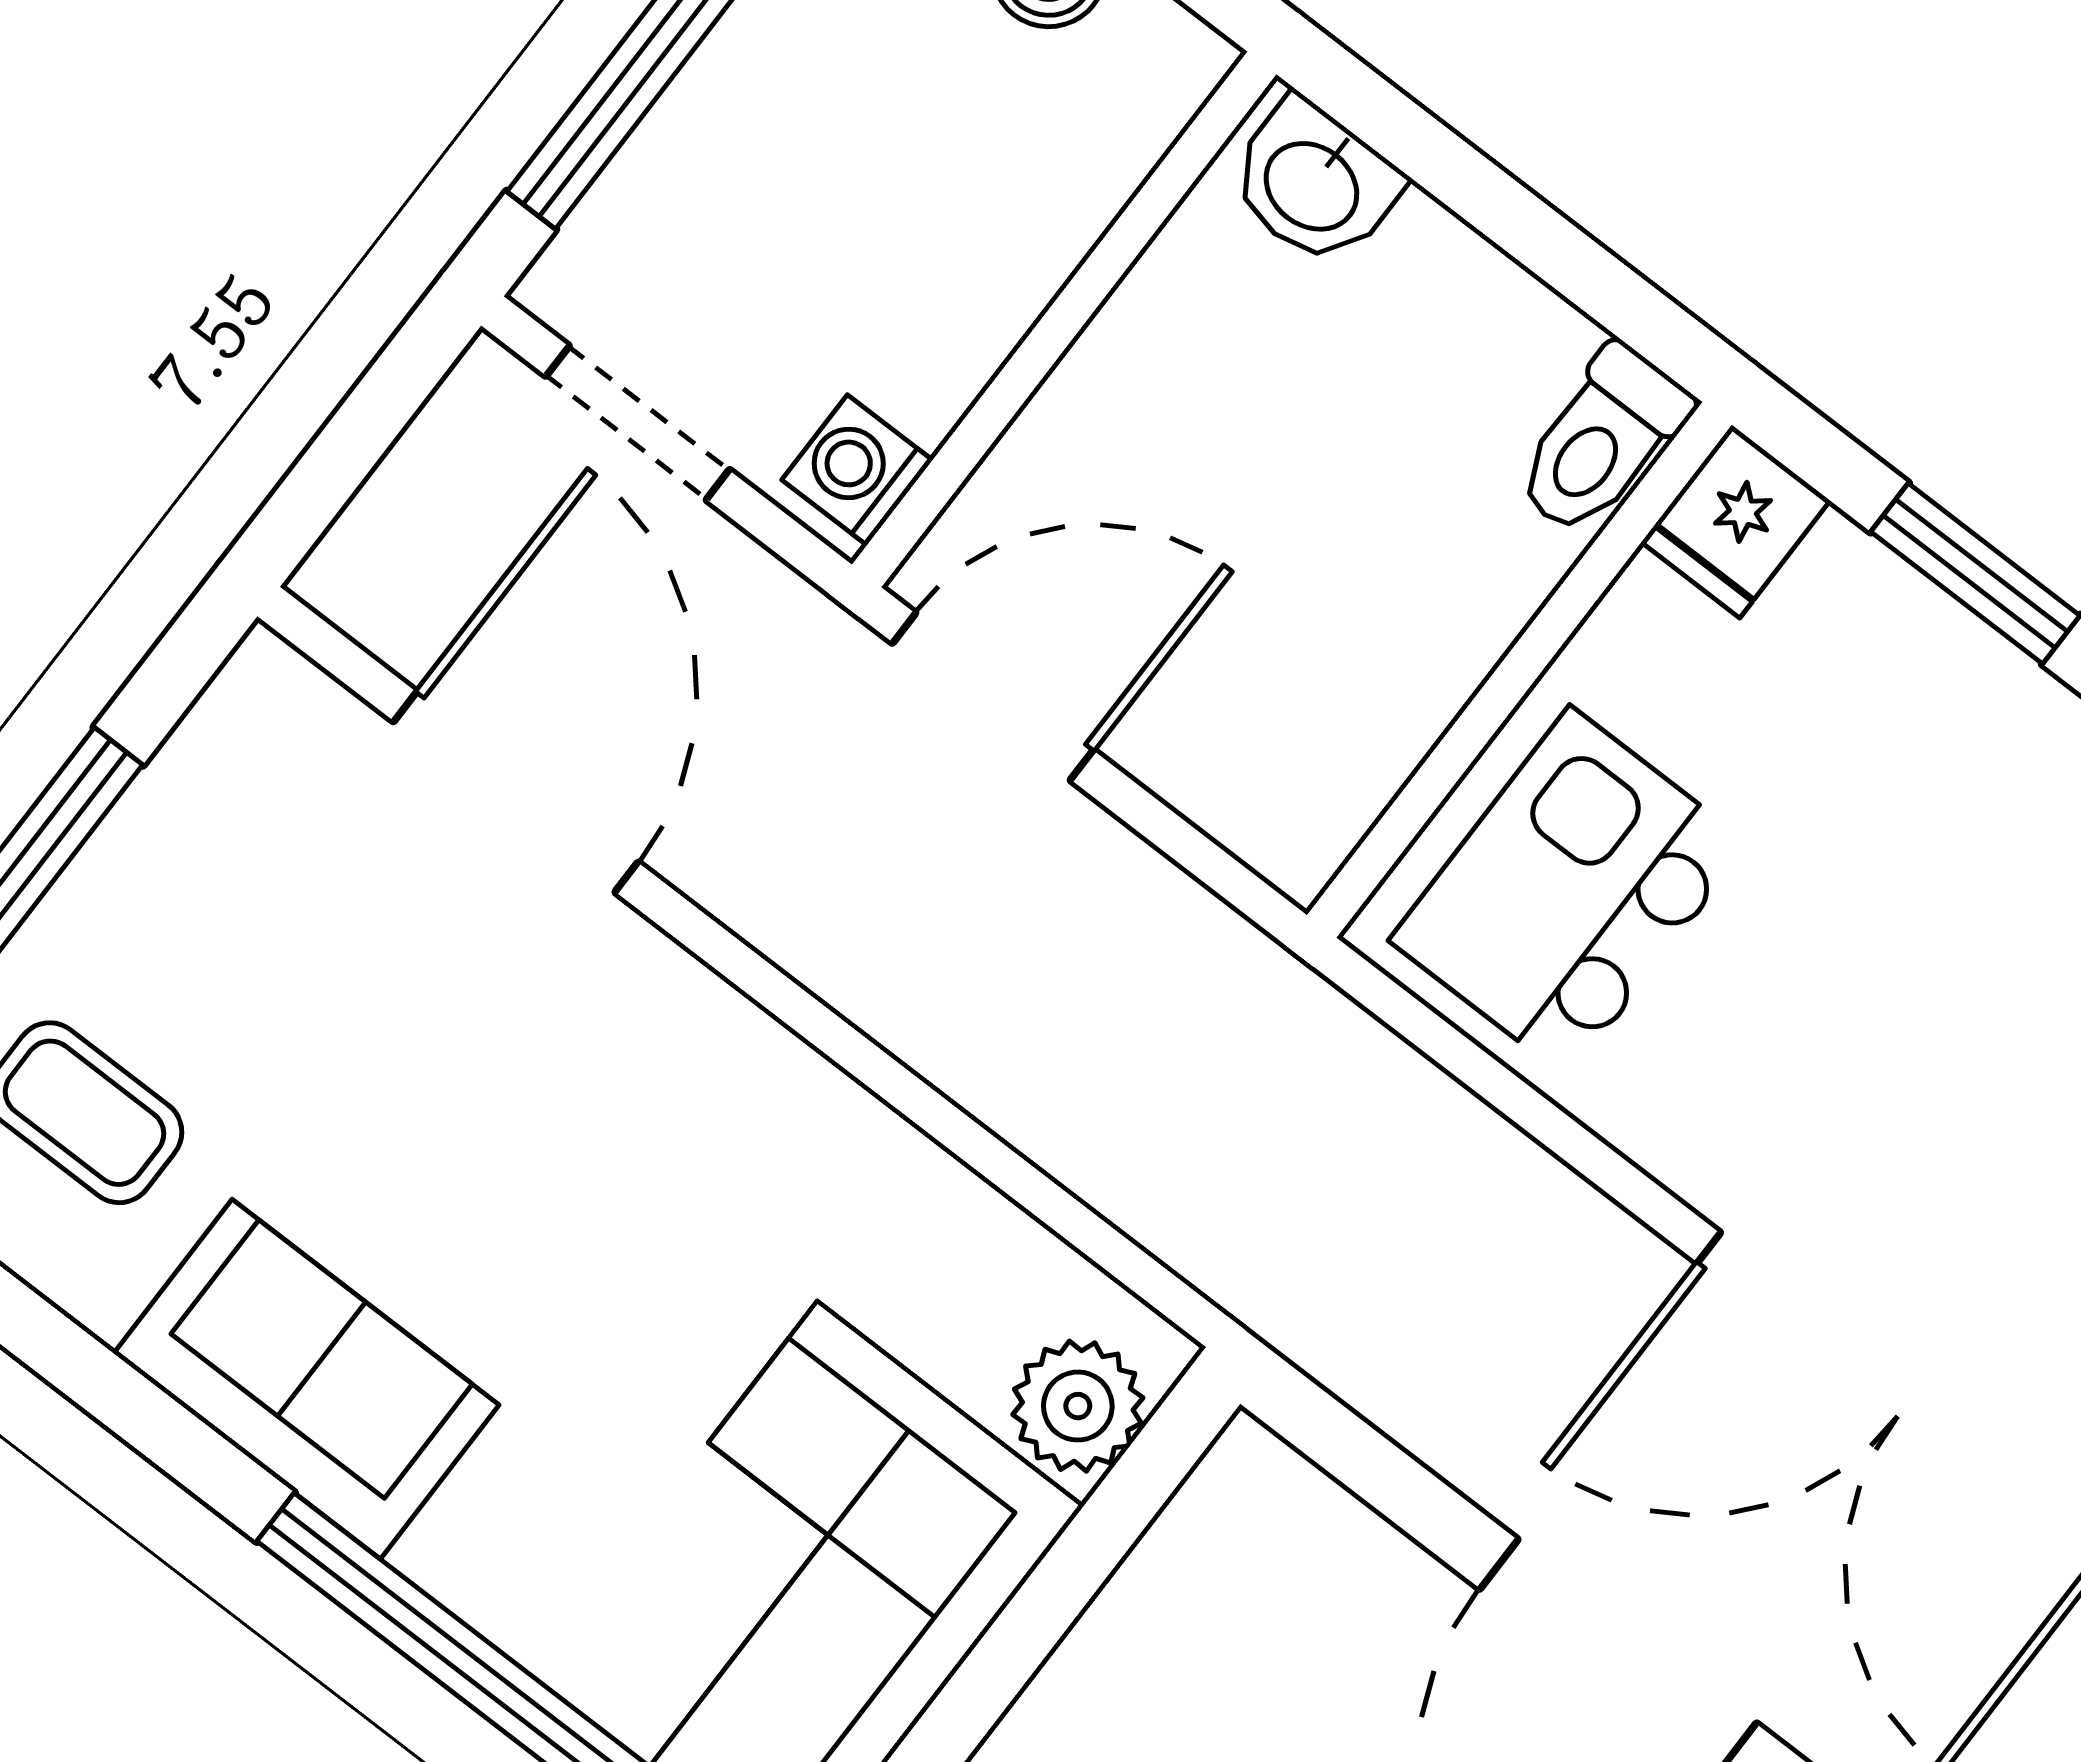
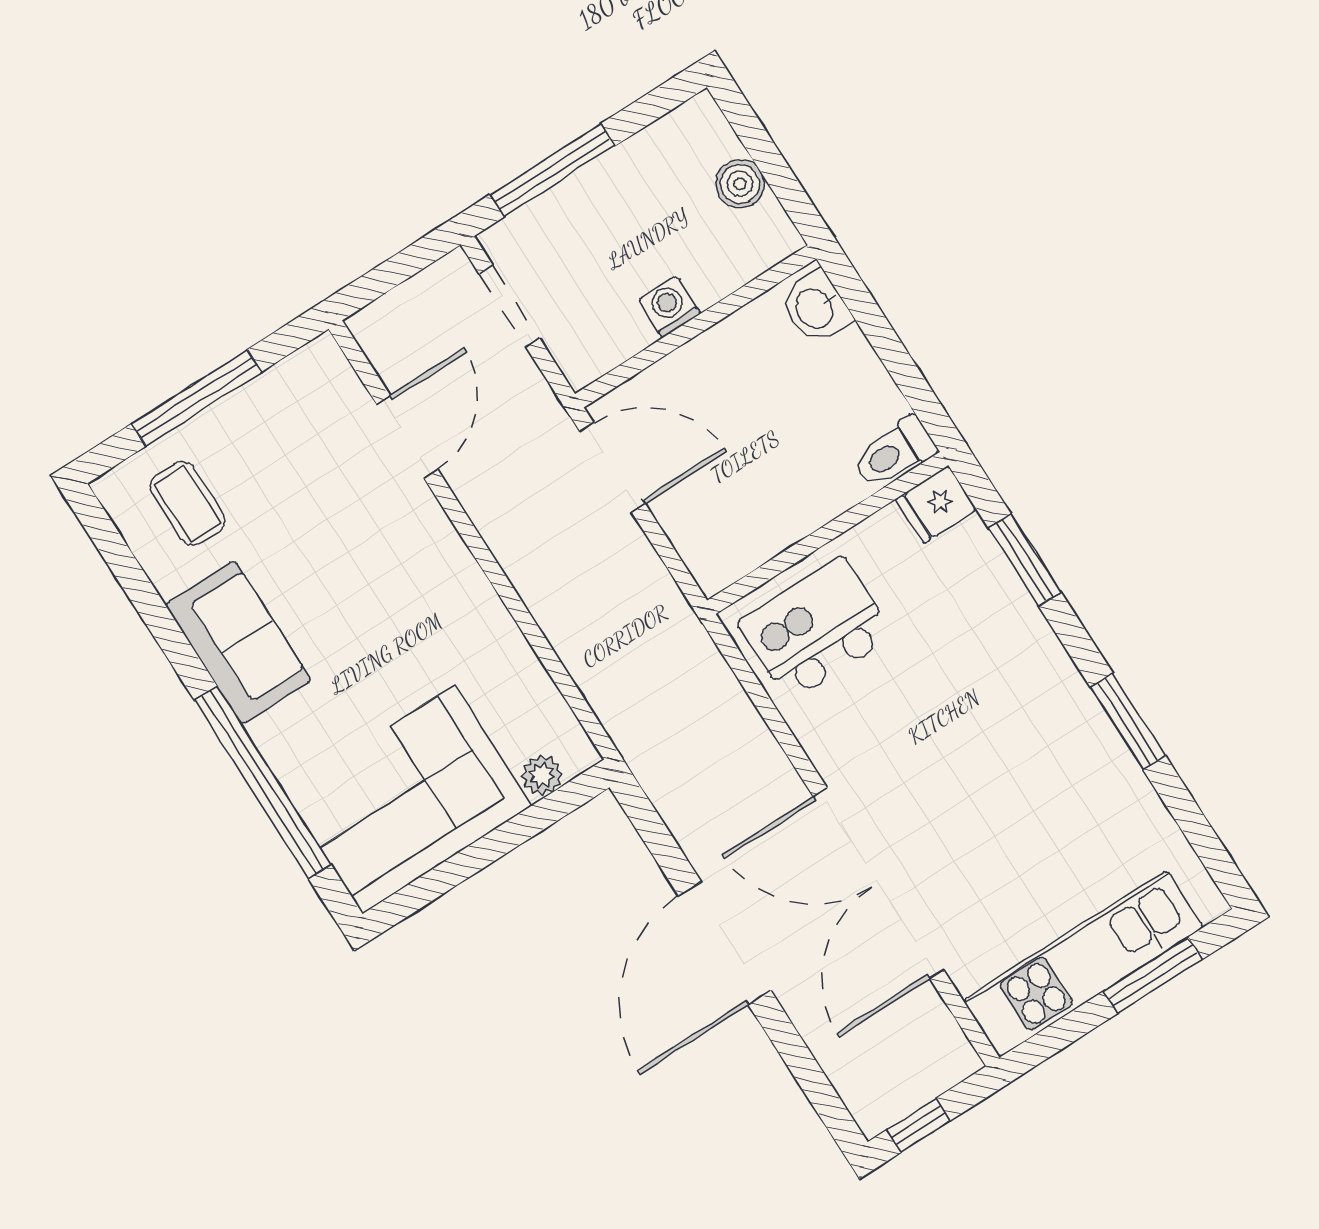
washing machine: (857, 470) -> (669, 307), moved
door: (516, 792) -> (407, 437), width x0.73
plant: (1078, 1406) -> (542, 775), width x0.73, depth x0.73

